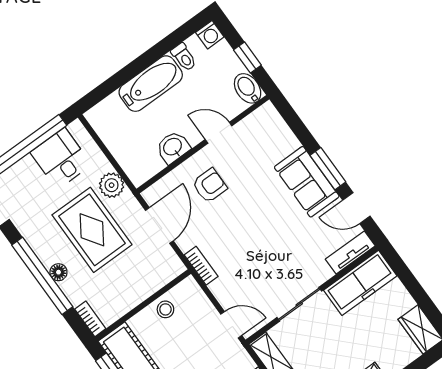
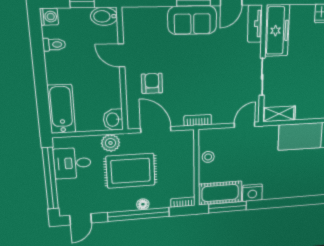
bathtub: (151, 84) -> (61, 109), moved
door: (219, 133) -> (122, 55), hinge flipped
washbasin: (173, 147) -> (113, 120), moved

